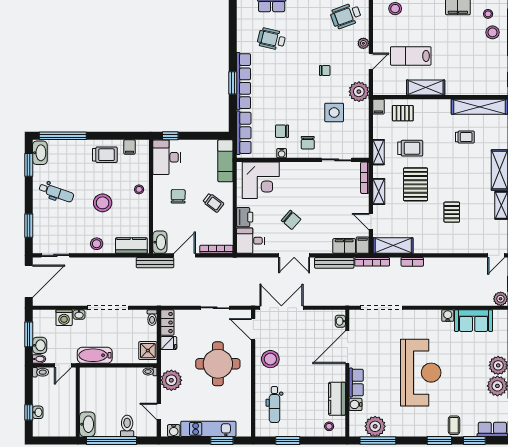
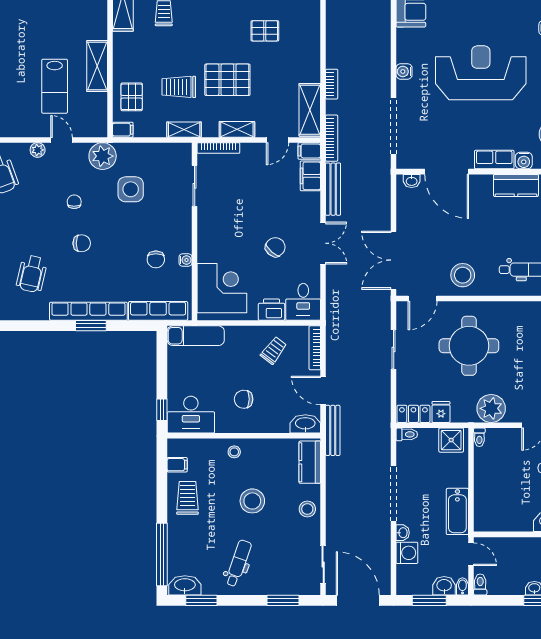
chair: (308, 143) -> (82, 243), moved
trolley: (410, 148) -> (179, 87), turned -90
trolley: (213, 203) -> (274, 350), moved
water cooler: (448, 316) -> (404, 71), moved

